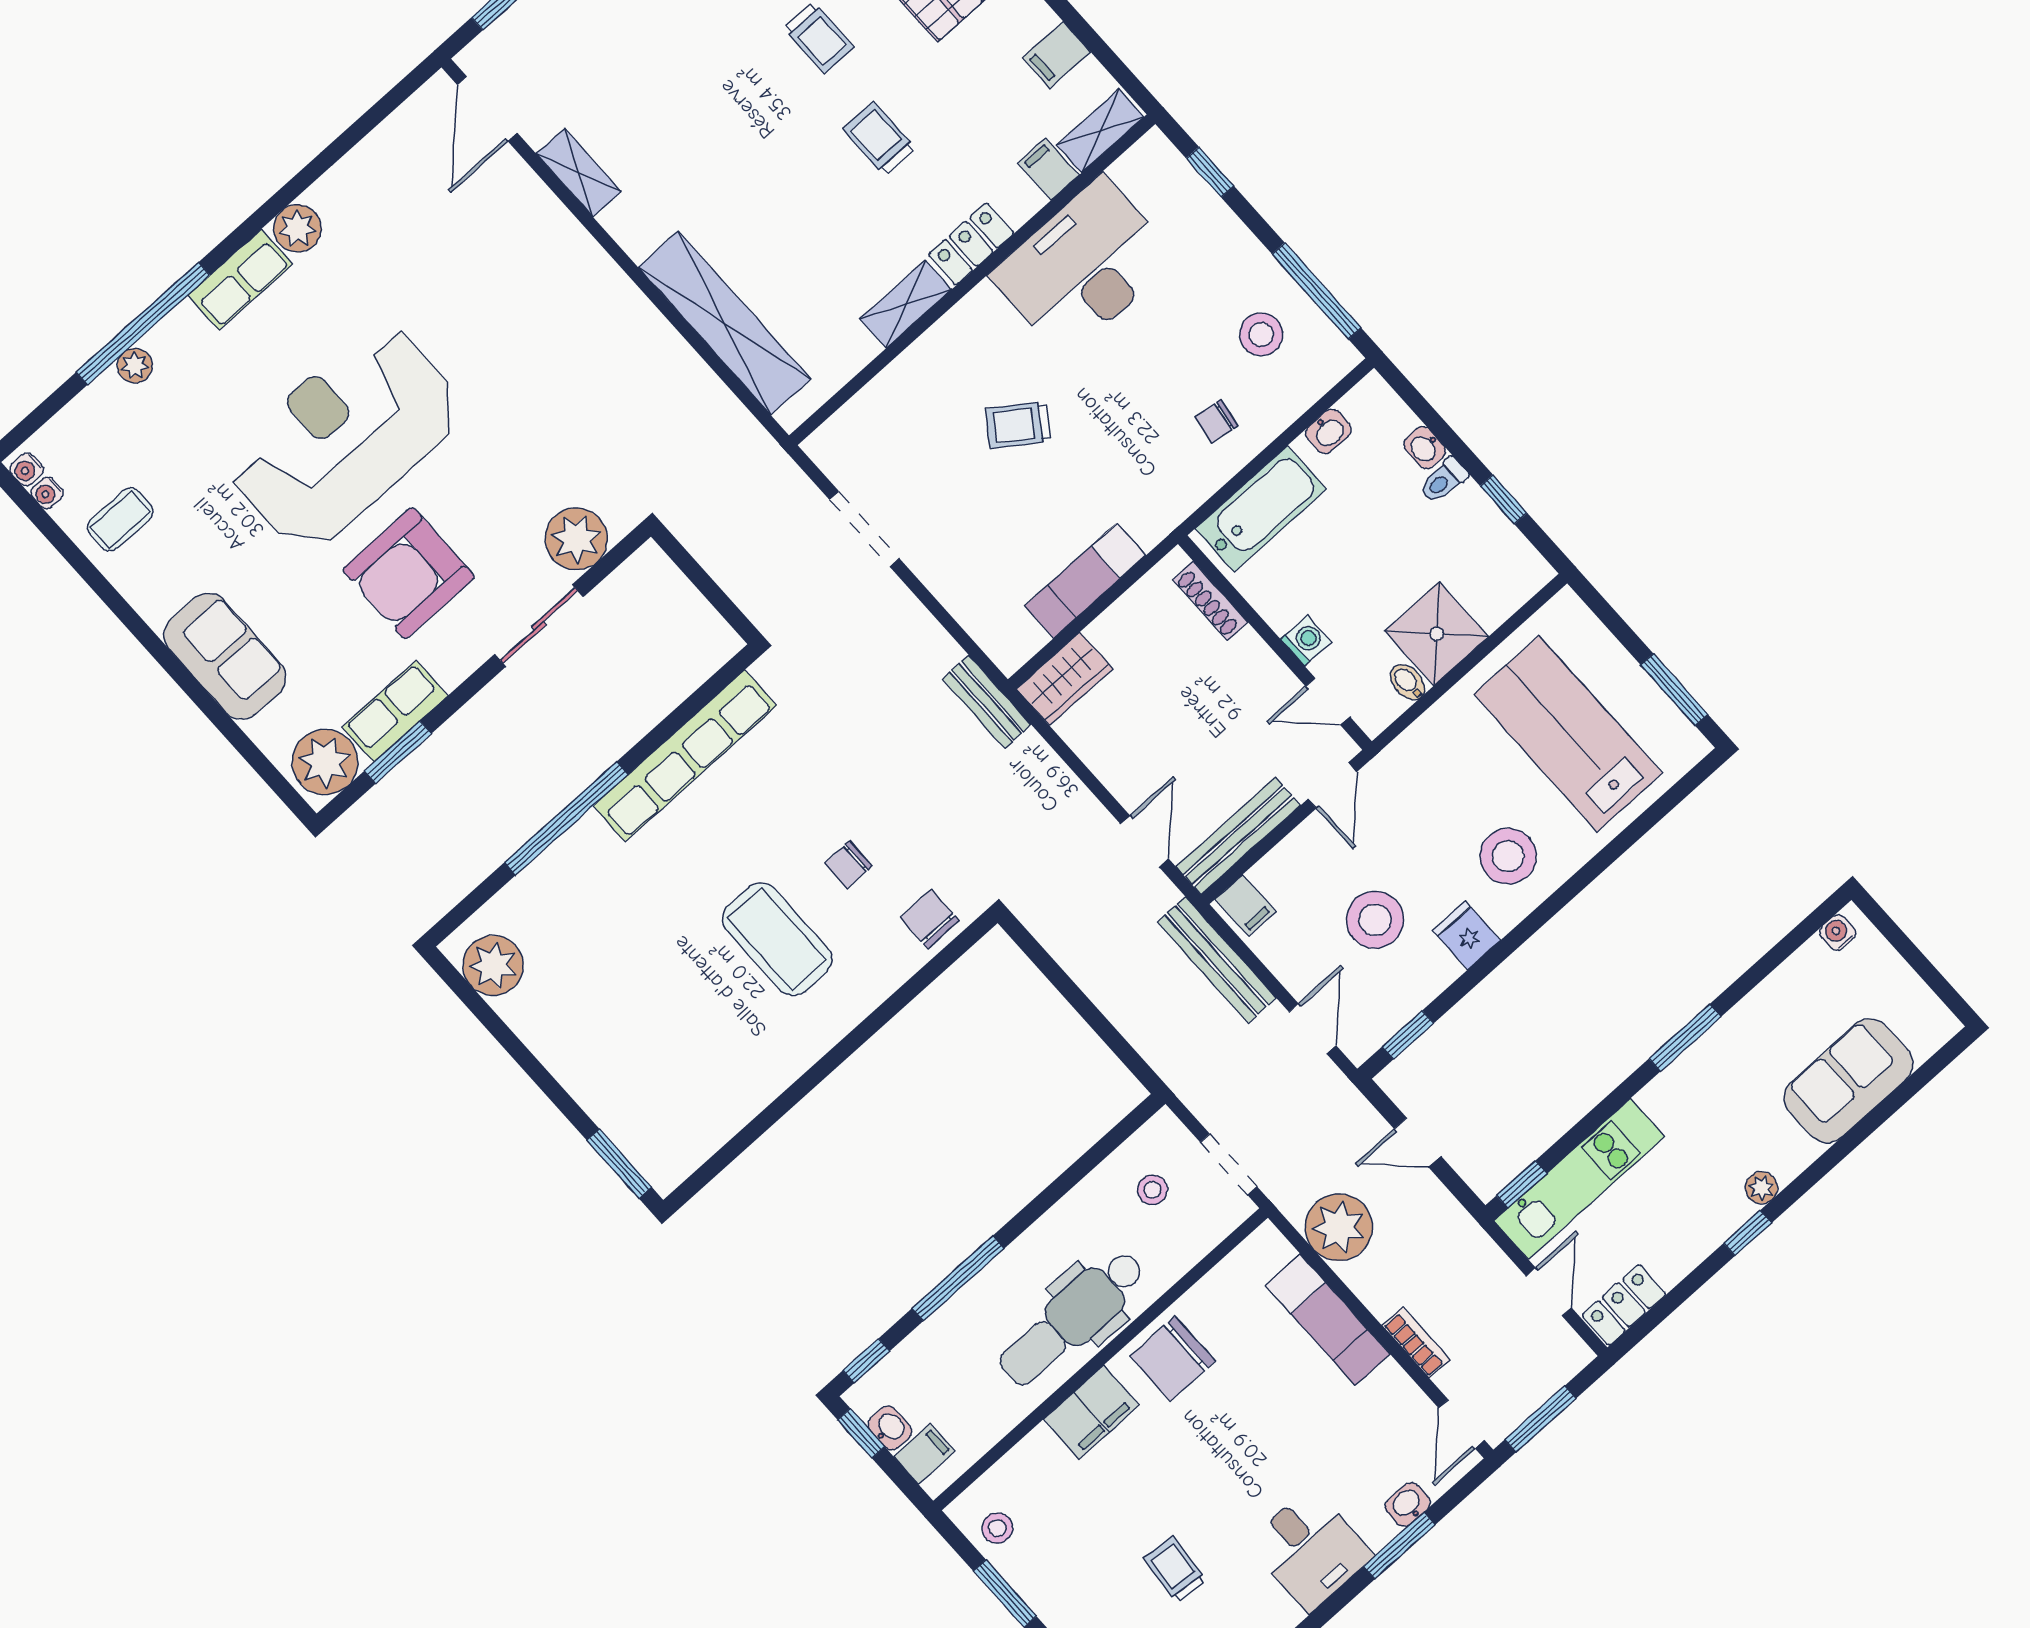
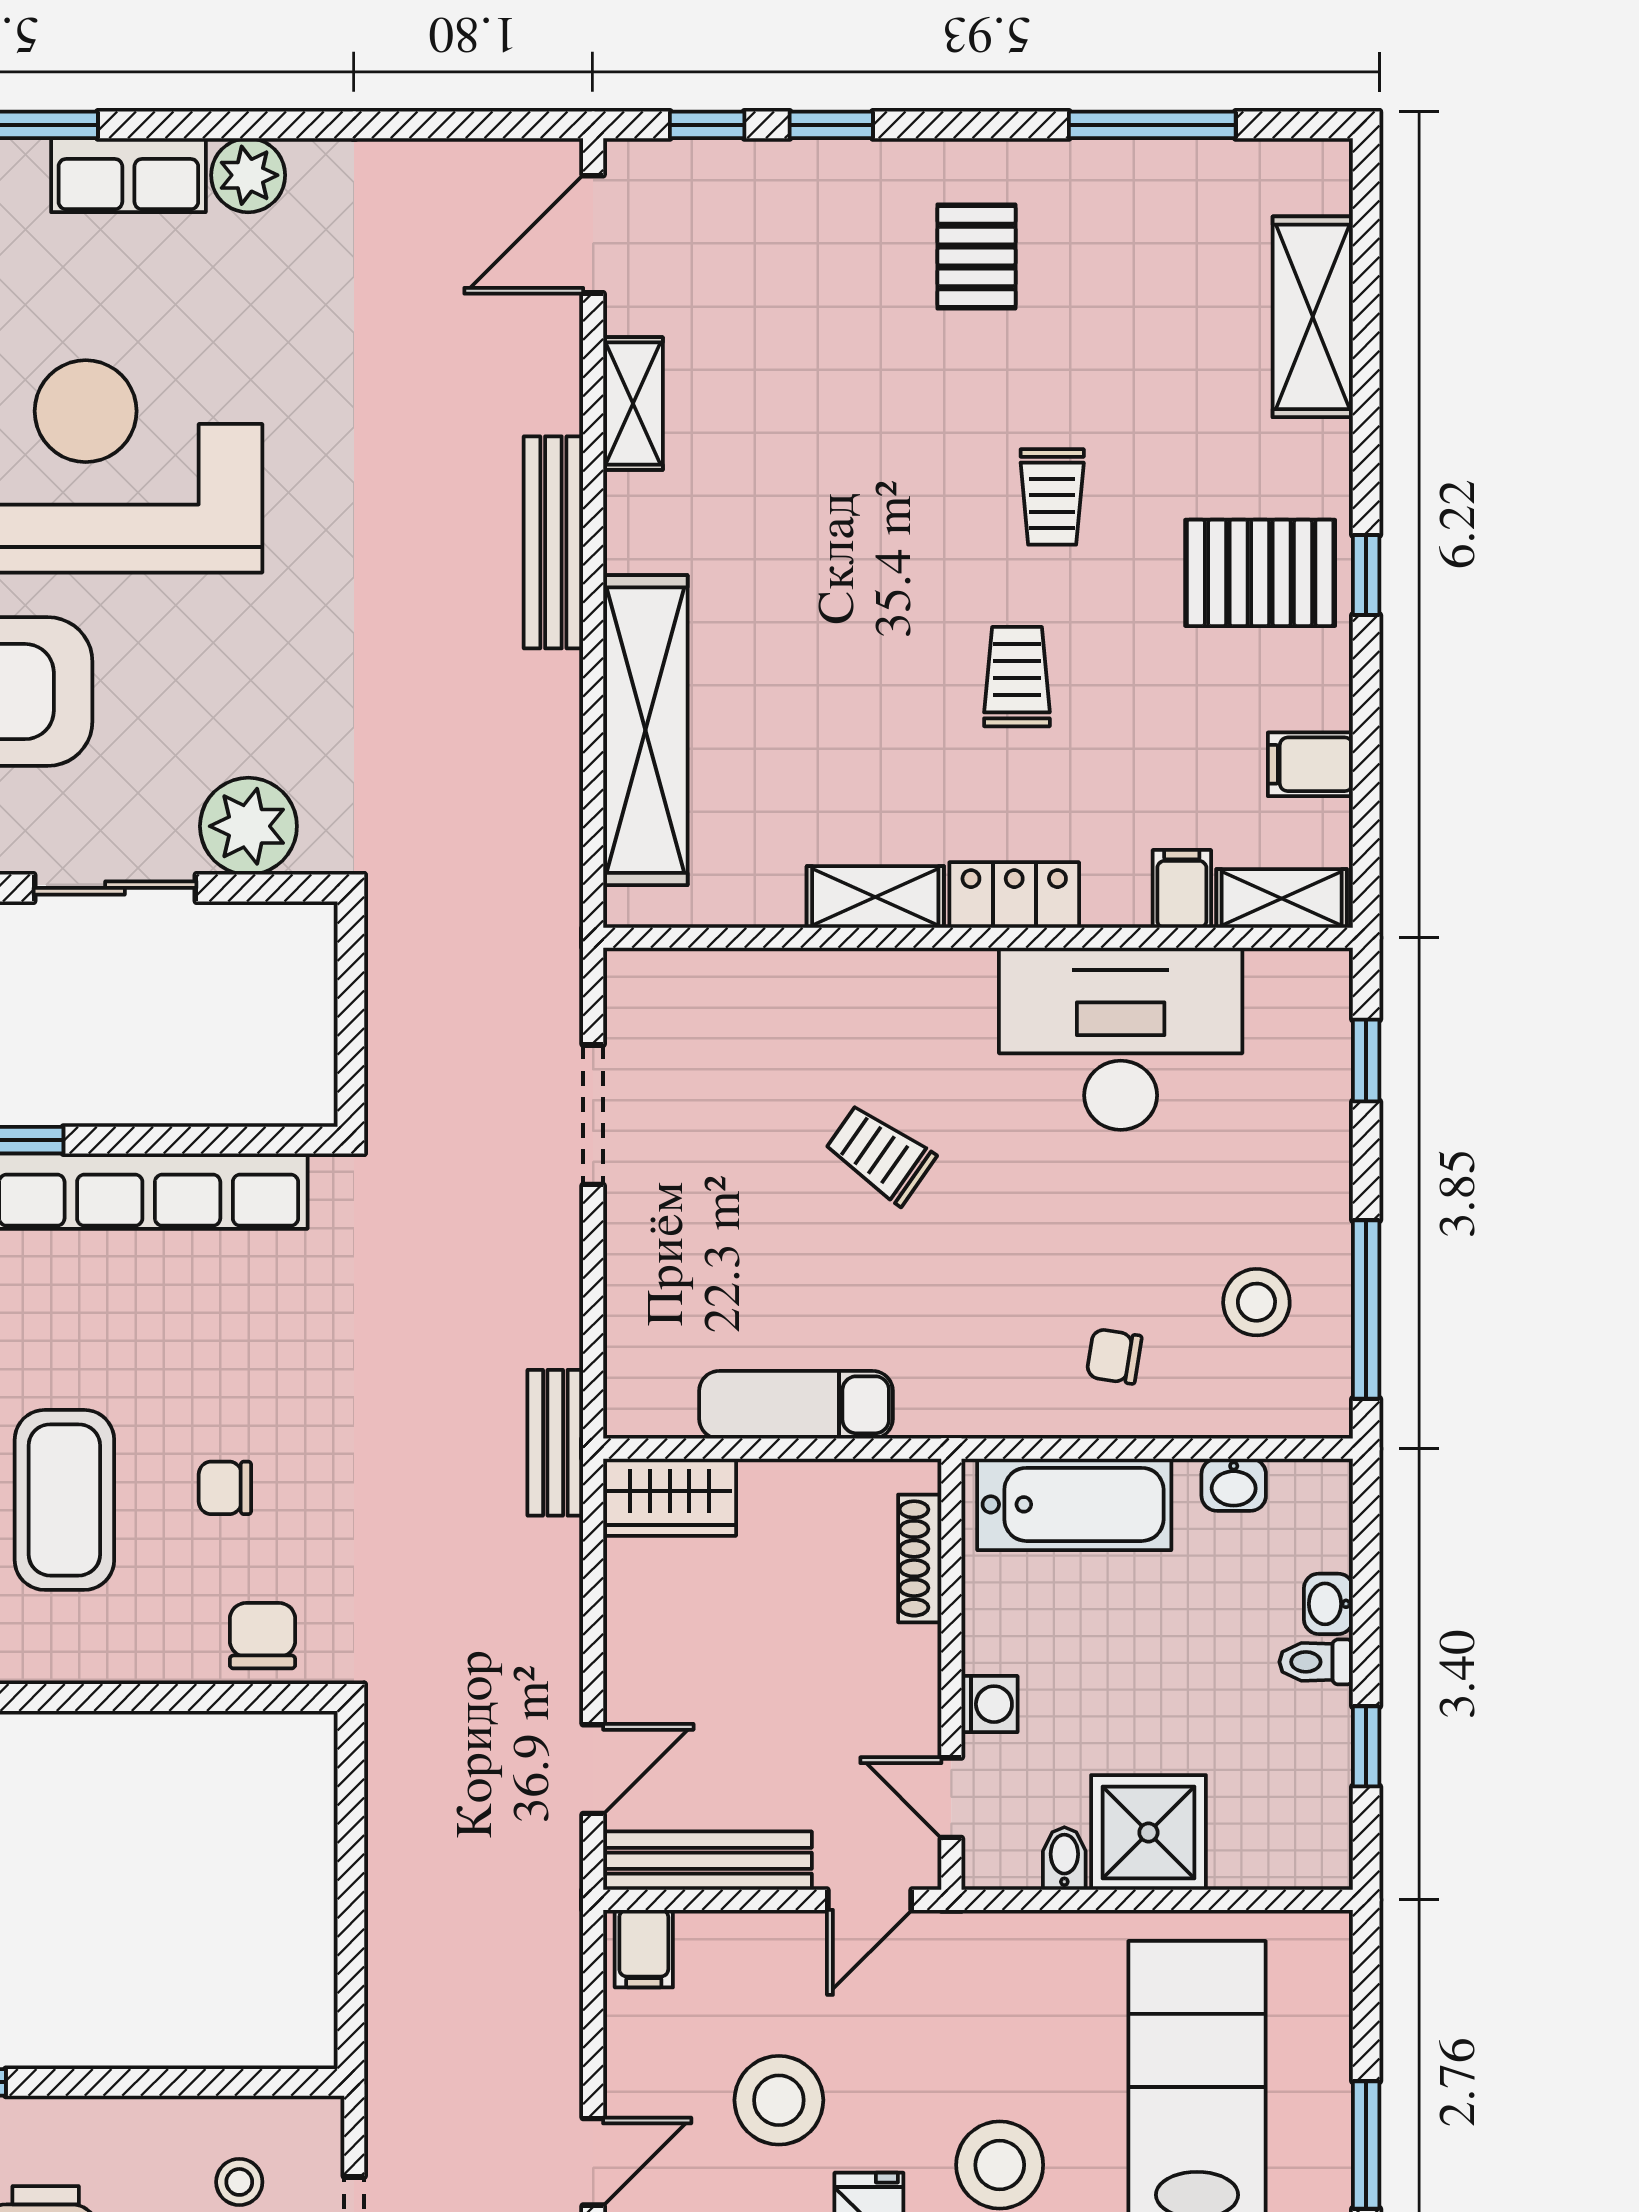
bench: (1217, 960) -> (553, 542), moved

